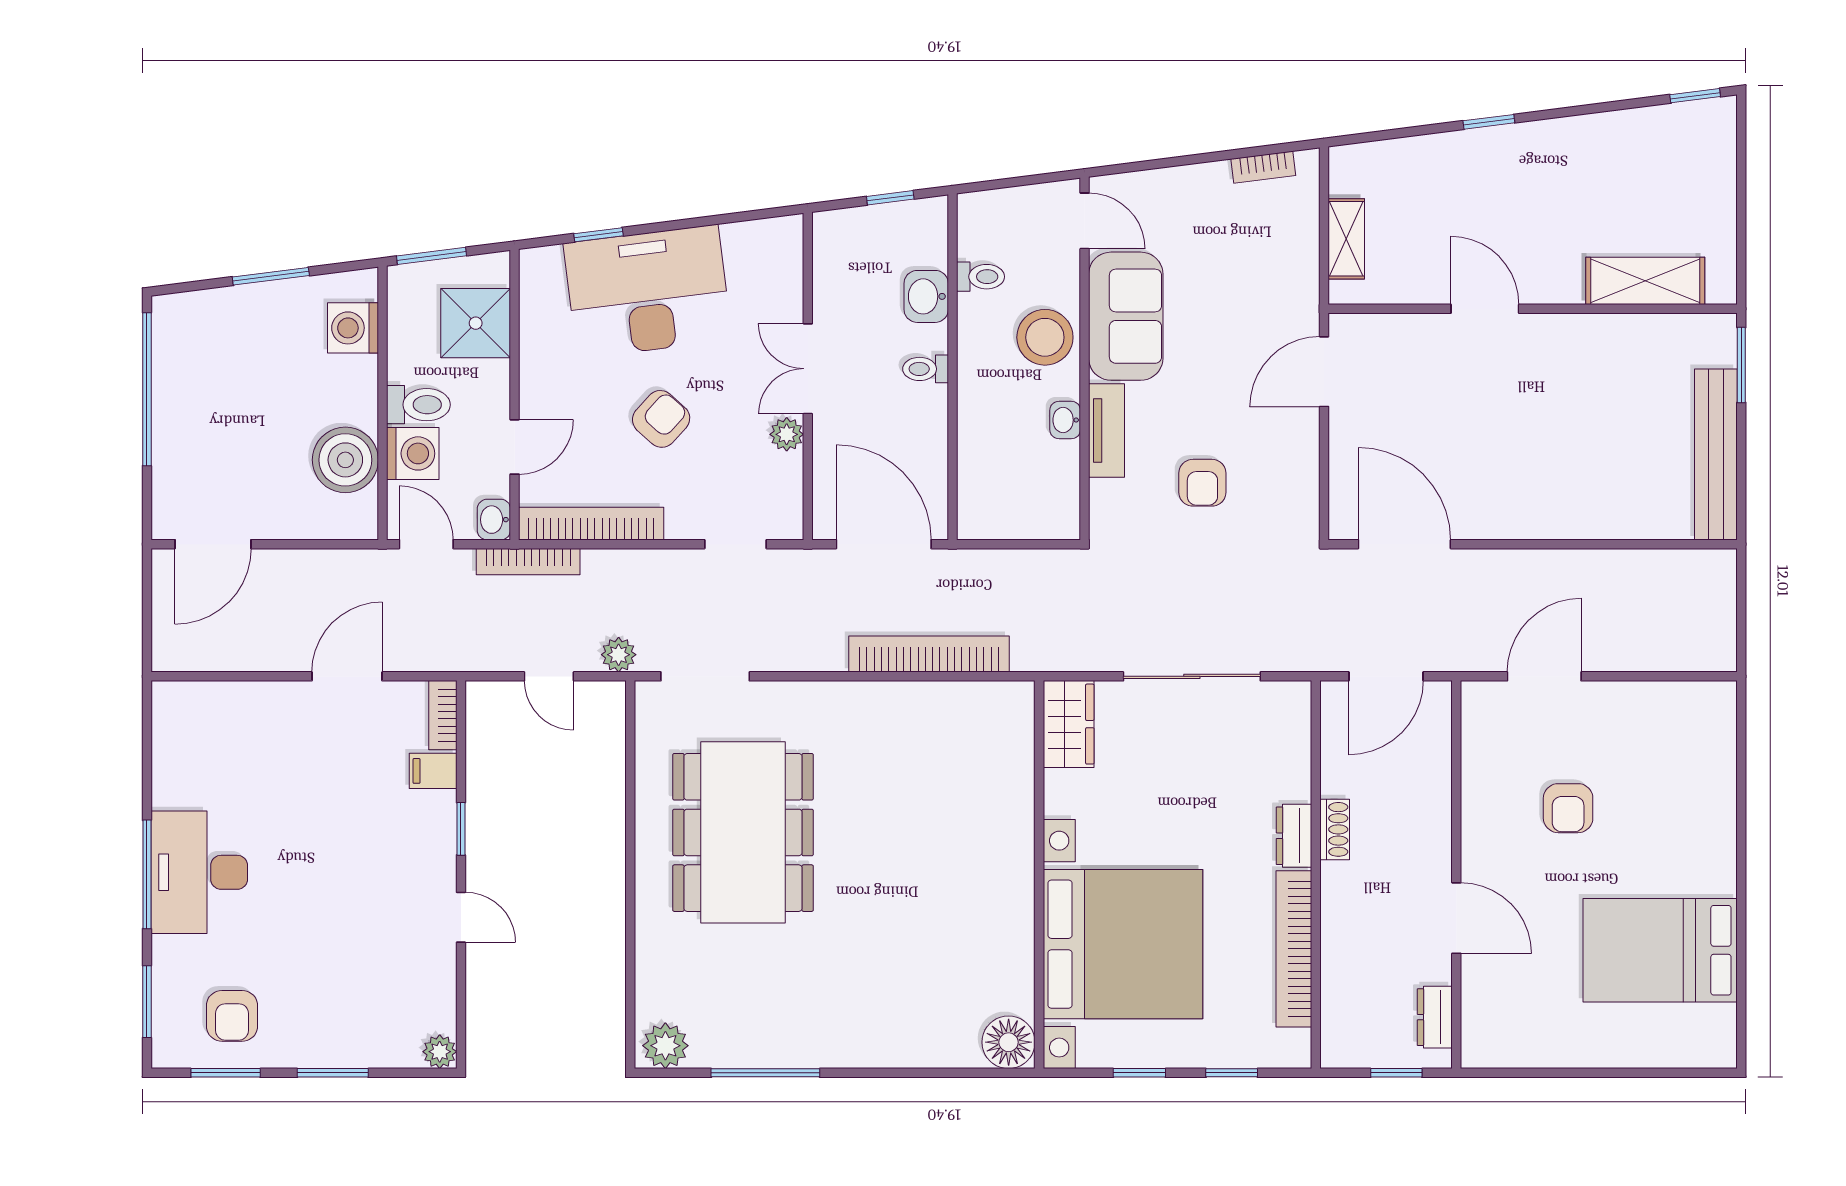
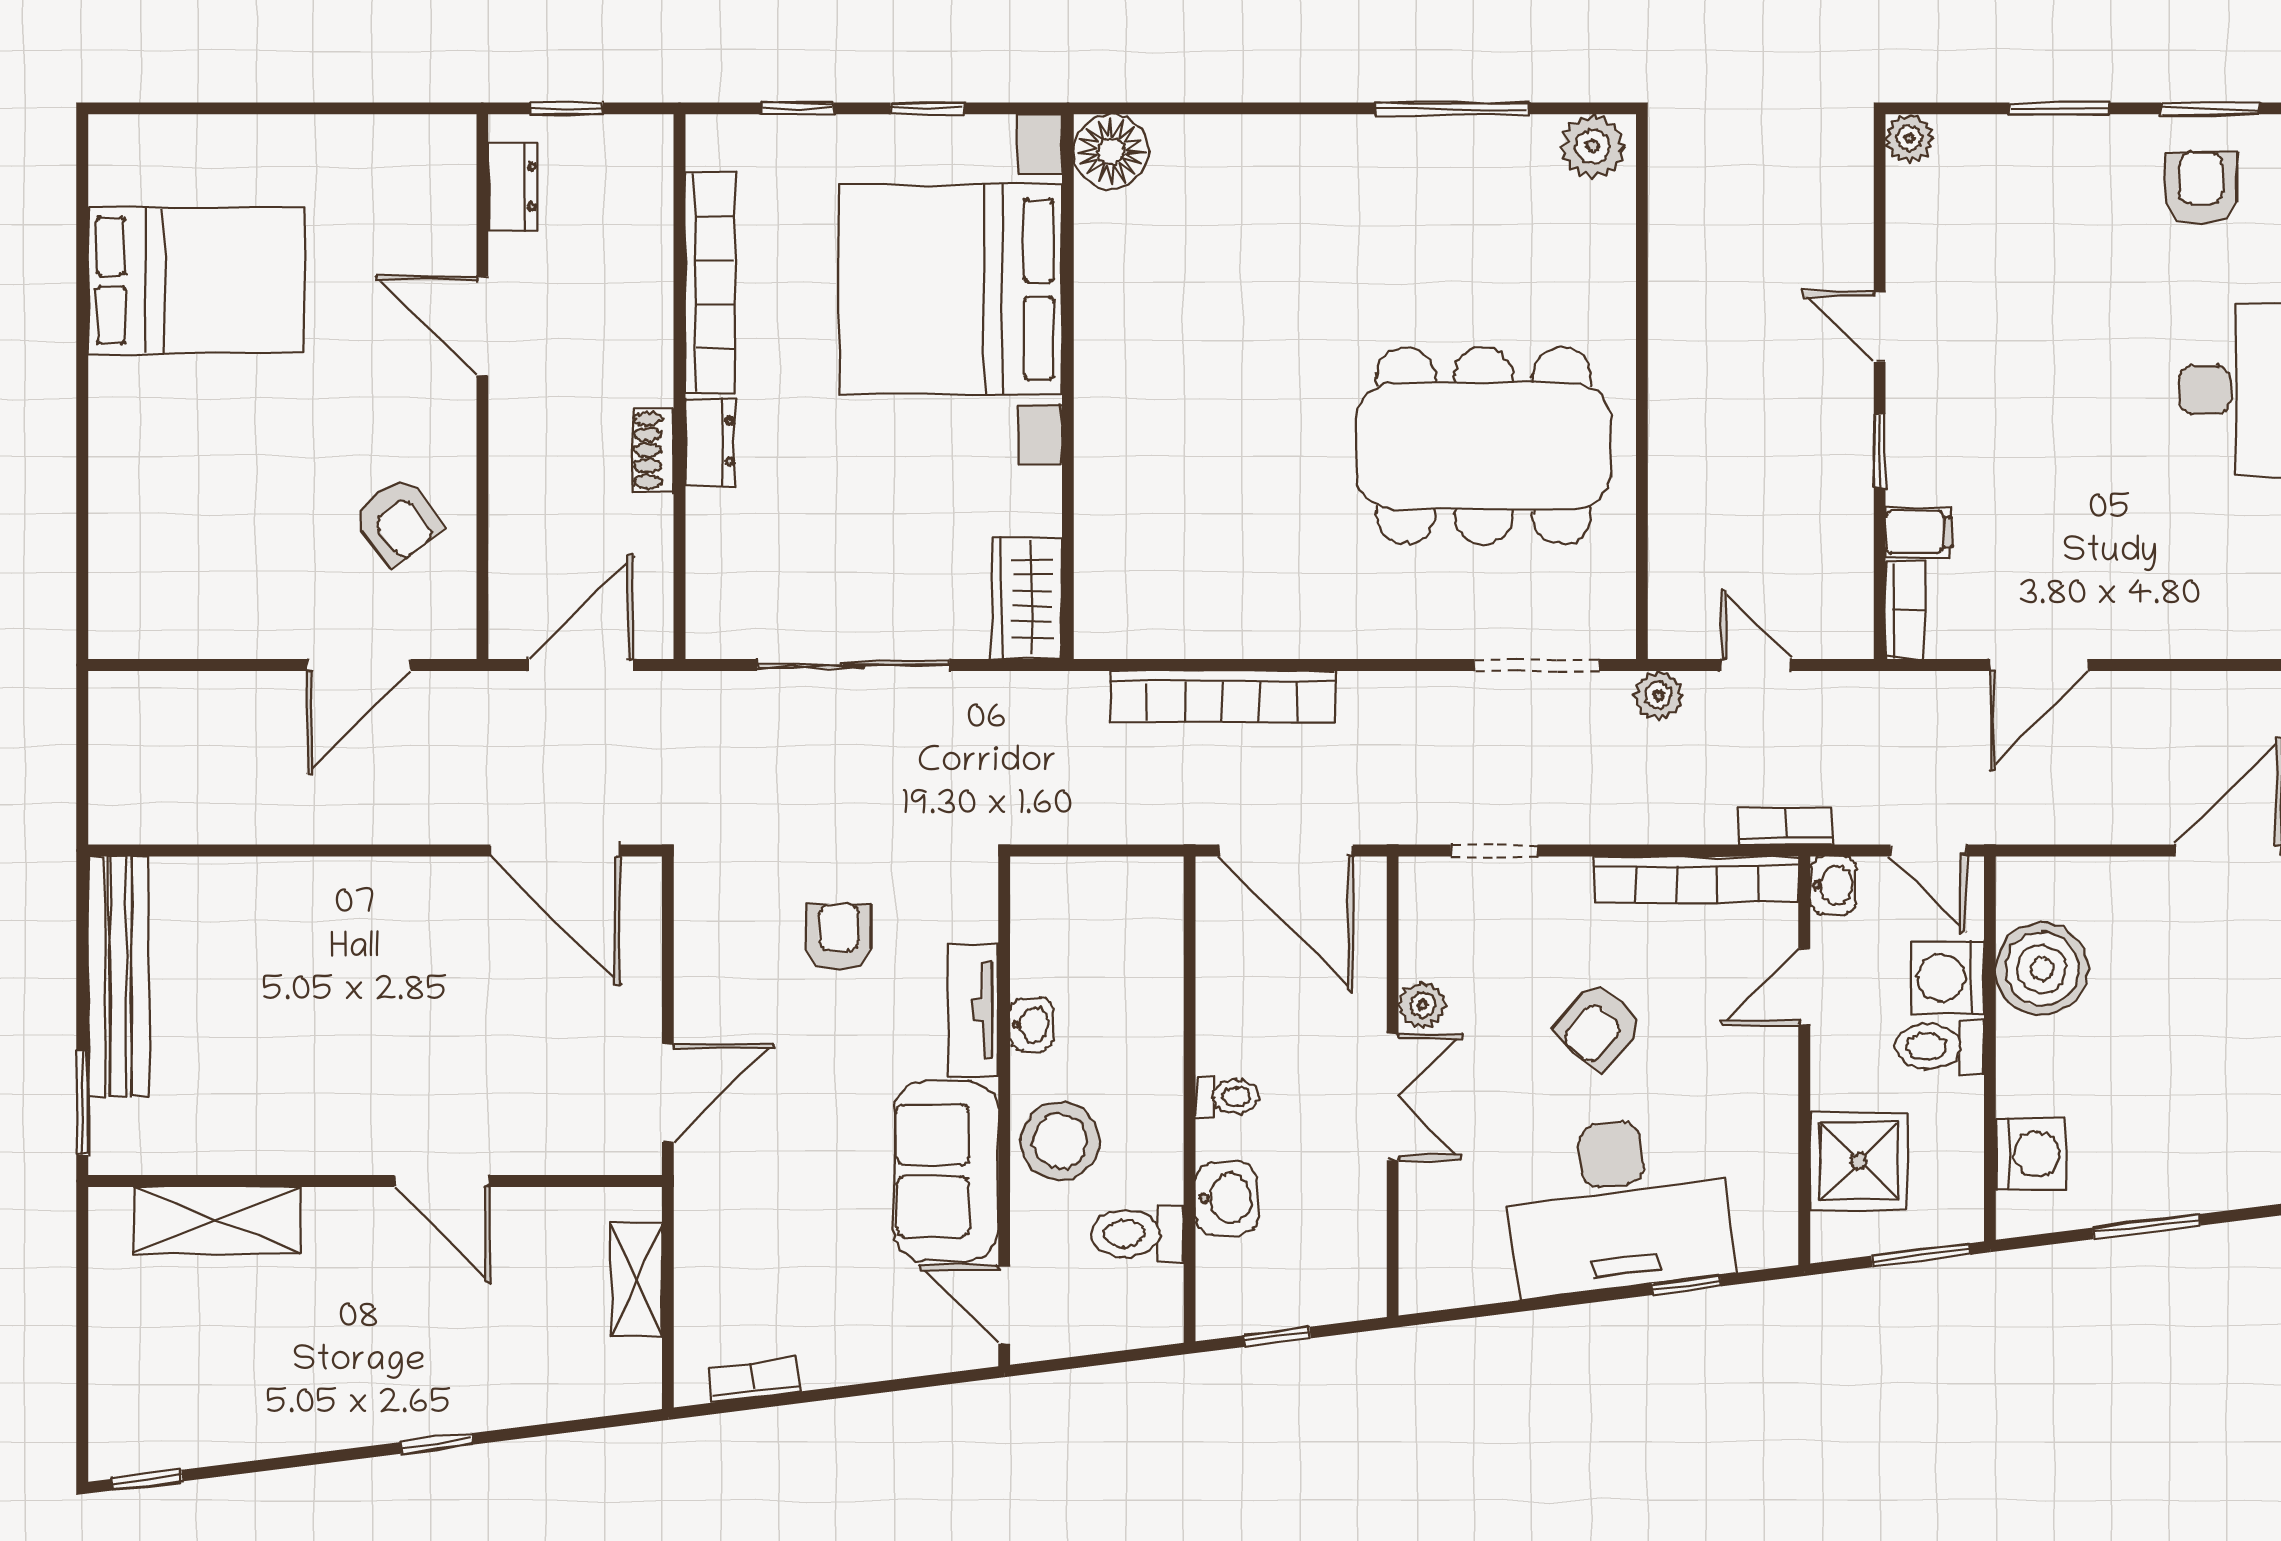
toilet: (980, 277) -> (1137, 1234), width x1.37, depth x1.39
bookcase: (528, 562) -> (1785, 826), width x0.64
armchair: (1568, 808) -> (398, 521), moved, turned 143
dining table: (743, 832) -> (1484, 446), turned 90

